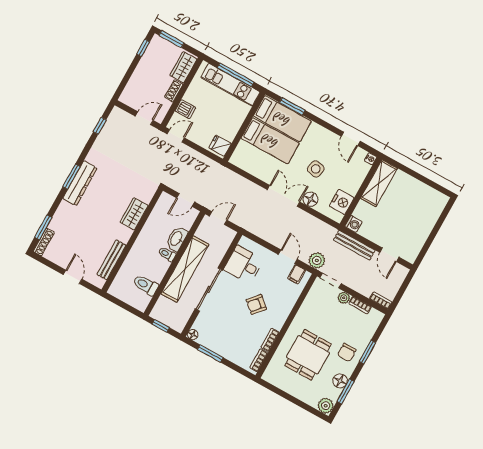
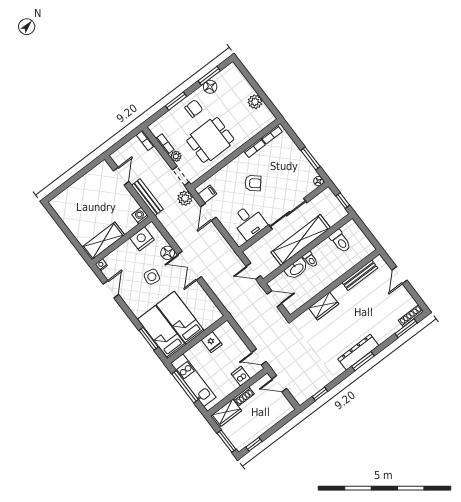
fridge: (220, 146) -> (212, 342), moved
dining table: (308, 355) -> (210, 140), moved
plant: (326, 406) -> (255, 102), moved

